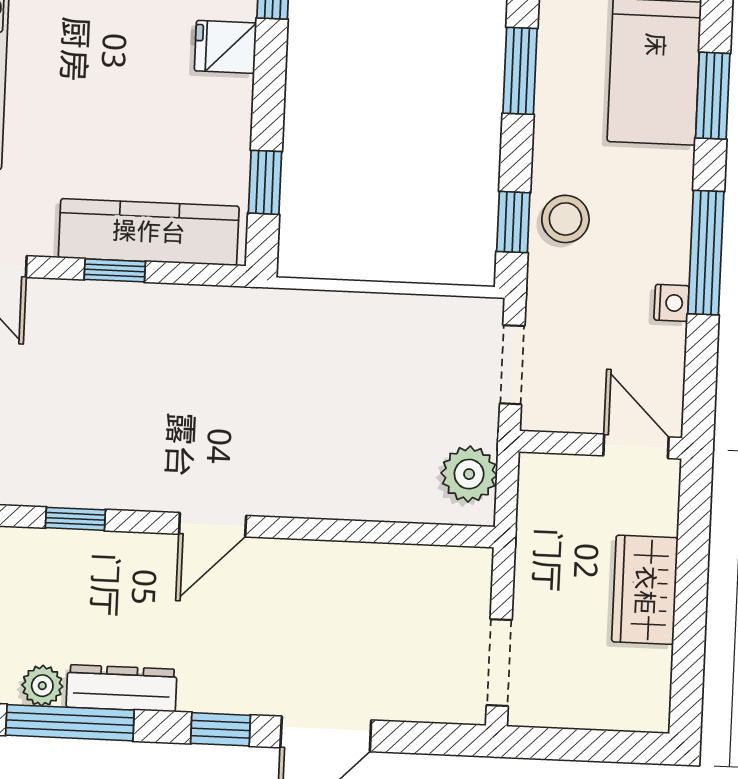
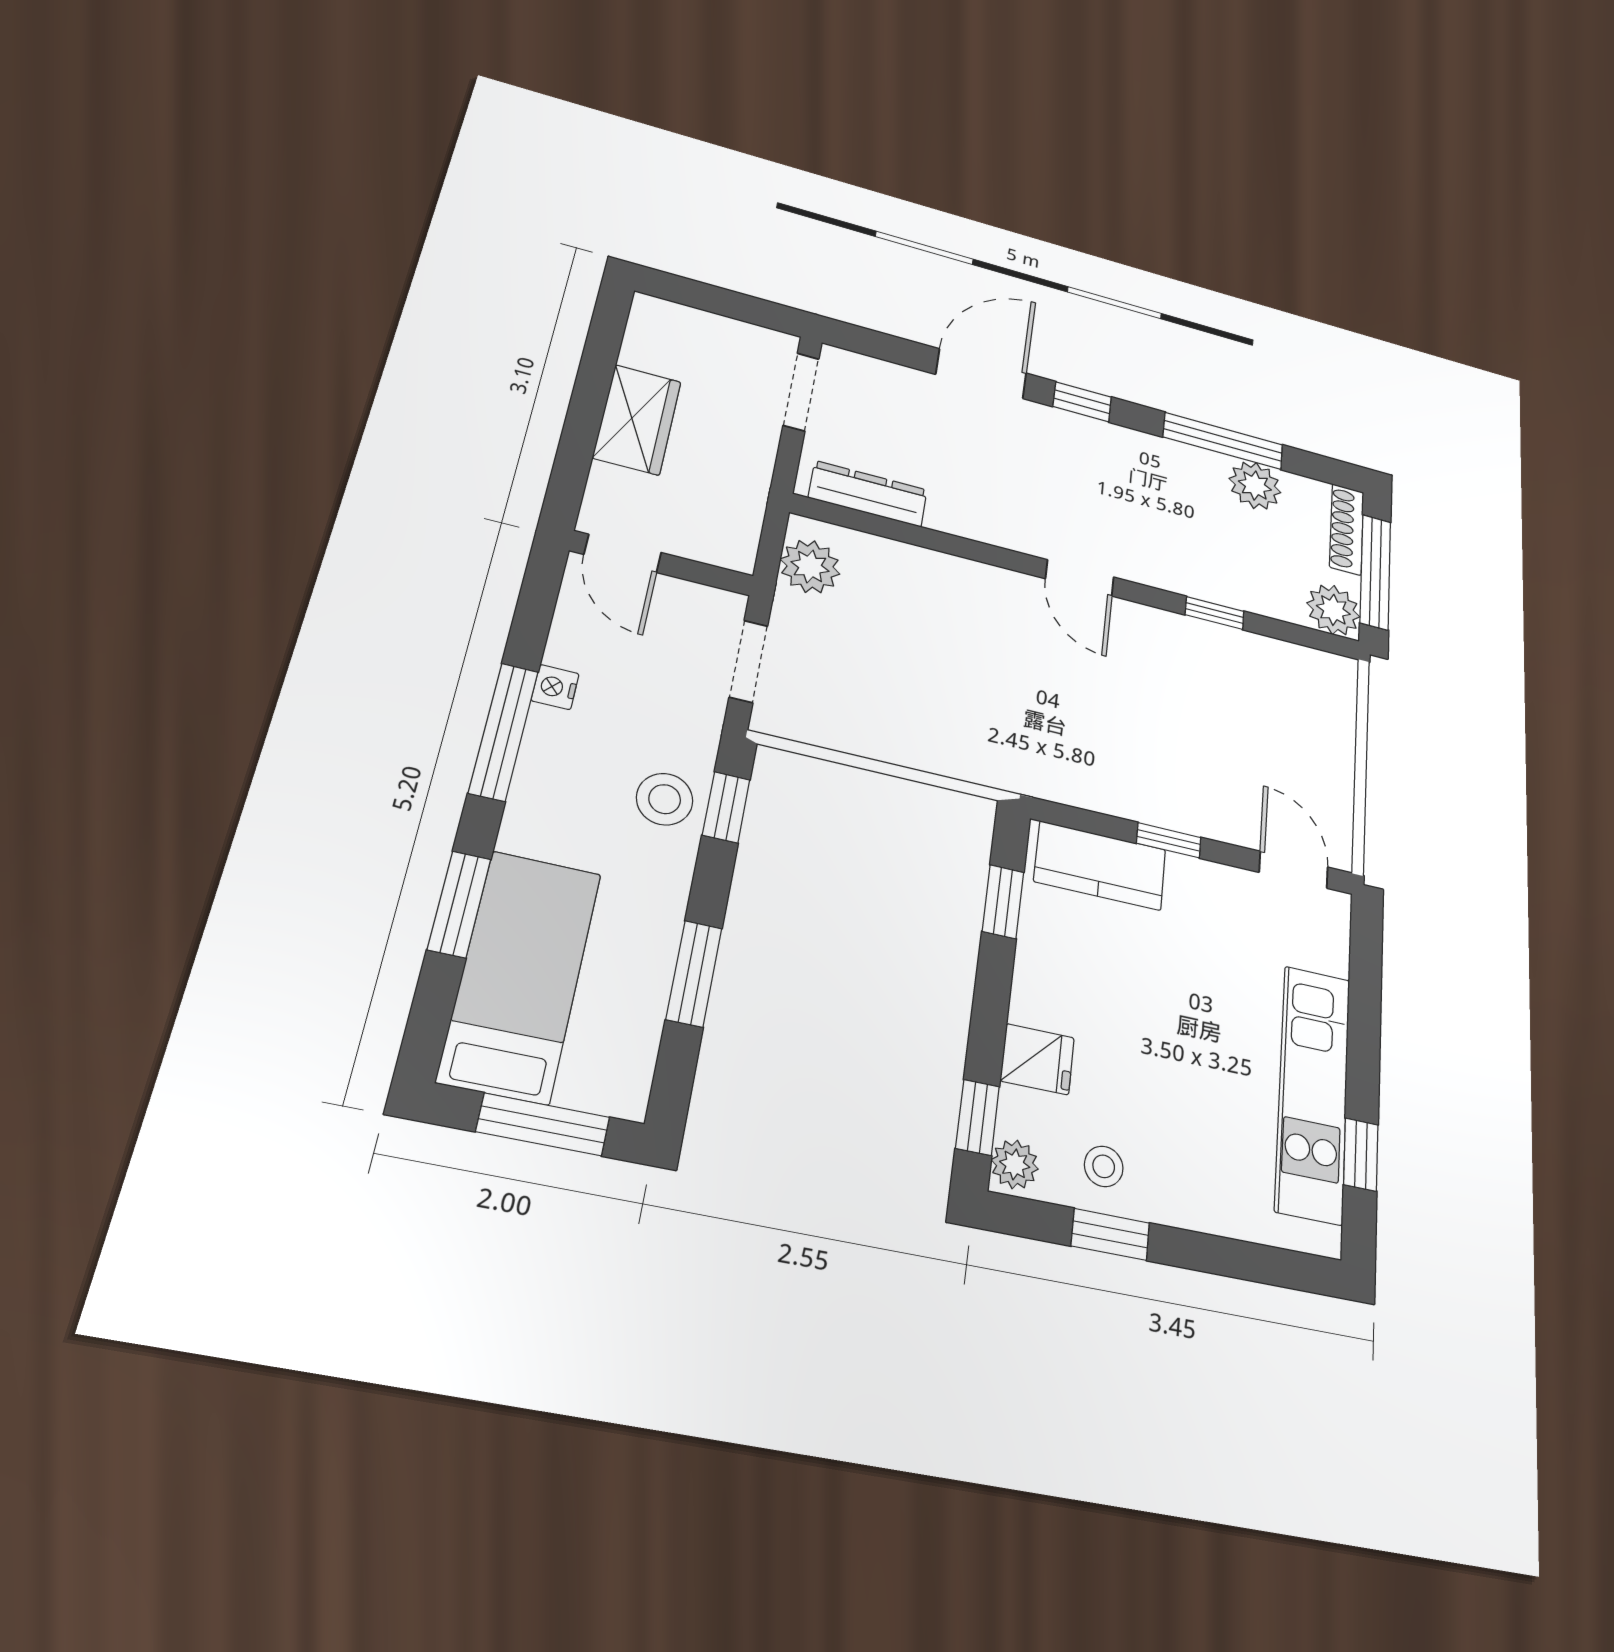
kitchen counter: (149, 232) -> (1100, 866), width x0.67
door: (213, 525) -> (1080, 578), swing flipped
plant: (42, 686) -> (1255, 485), width x1.38, depth x1.38
dresser: (122, 688) -> (868, 494), moved, turned 180

